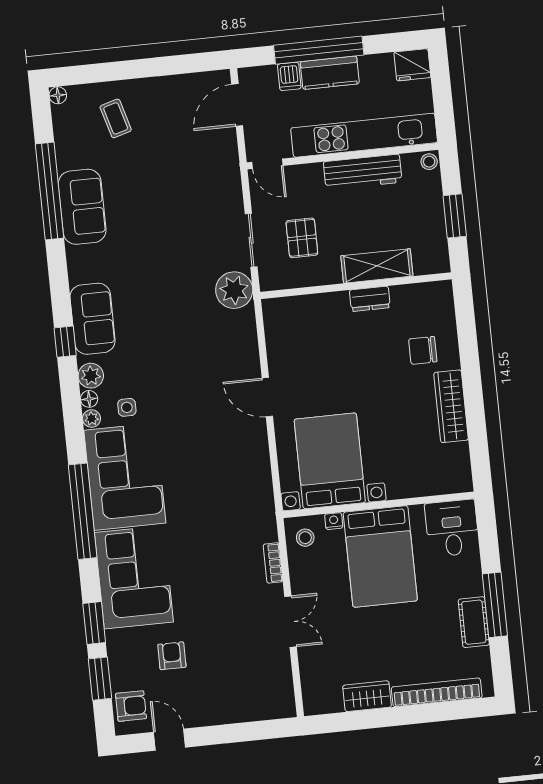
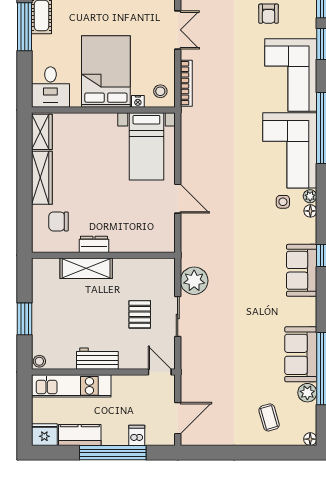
kitchen counter: (330, 73) -> (80, 435), moved
kitchen unit: (364, 135) -> (71, 386), width x0.73
workbench: (363, 172) -> (97, 359), width x0.73
shelving: (377, 266) -> (86, 268), moved
wall: (356, 286) -> (103, 255), moved
dresser: (370, 299) -> (94, 244), moved
chair: (423, 350) -> (59, 221), turned 180
plant: (91, 376) -> (307, 393), moved
bed with nightstands: (330, 461) -> (146, 146), width x0.73
wardrobe: (457, 467) -> (42, 132), added
bookcase: (273, 563) -> (186, 83), width x1.56
double door: (291, 622) -> (178, 30), swing flipped

